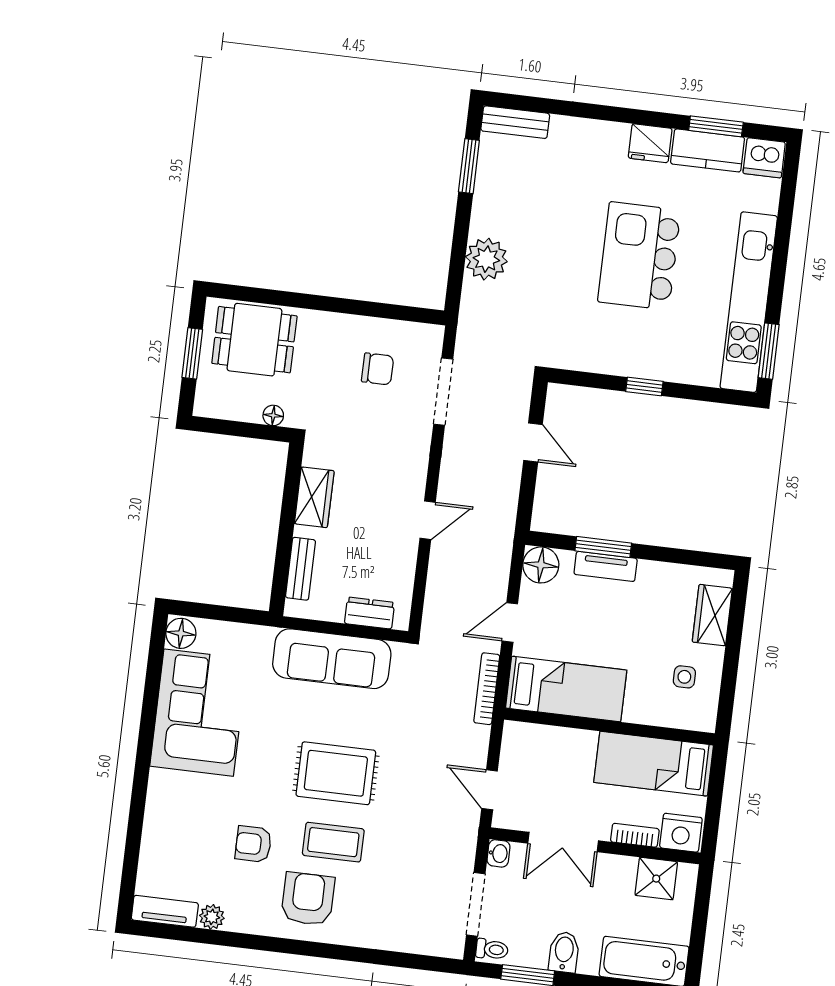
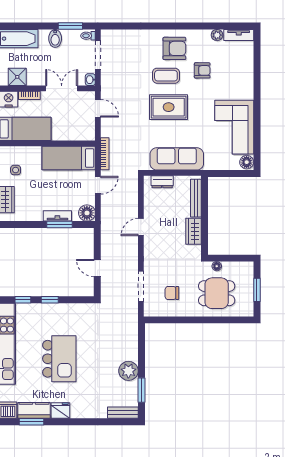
plant: (486, 259) -> (128, 371), moved
dining table: (254, 340) -> (217, 293), moved
window: (702, 394) -> (23, 300), added
bench: (301, 569) -> (196, 198), width x1.36
armchair: (308, 899) -> (174, 48), turned -90

